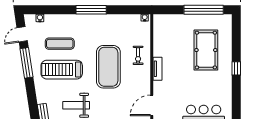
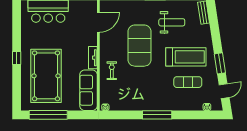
sofa: (162, 35) -> (88, 90), added
pool table: (206, 50) -> (46, 76), width x1.36, depth x1.32
window: (27, 63) -> (220, 63), width x0.69
exercise mat: (108, 67) -> (140, 46), moved

